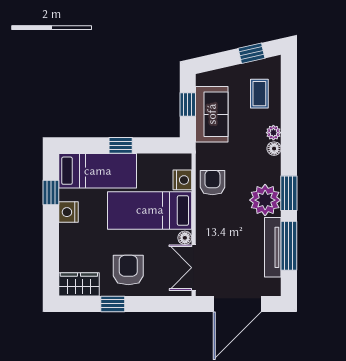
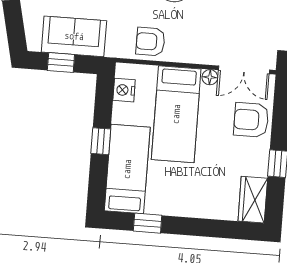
nightstand: (182, 180) -> (124, 90), moved, turned -90
nightstand: (68, 212) -> (171, 205), removed
armchair: (128, 270) -> (251, 120), moved

